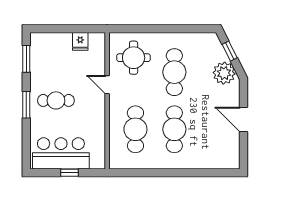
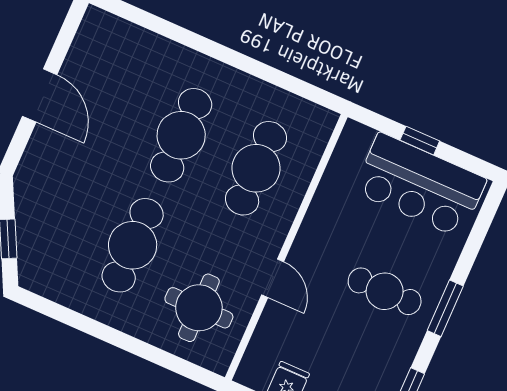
plant: (224, 73) -> (38, 201), removed

